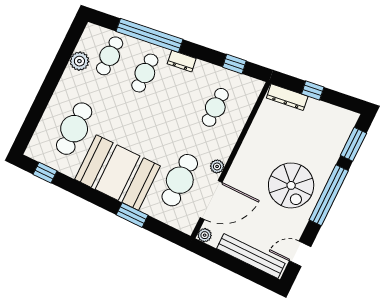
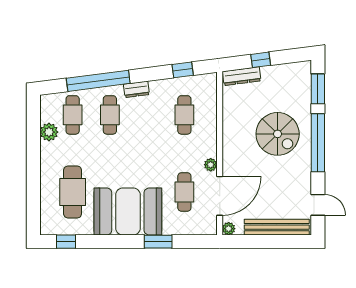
cafe table: (180, 180) -> (184, 192), width x0.73, depth x0.74
spiral stairs: (291, 185) -> (278, 134), moved
door: (300, 254) -> (318, 205), swing flipped

